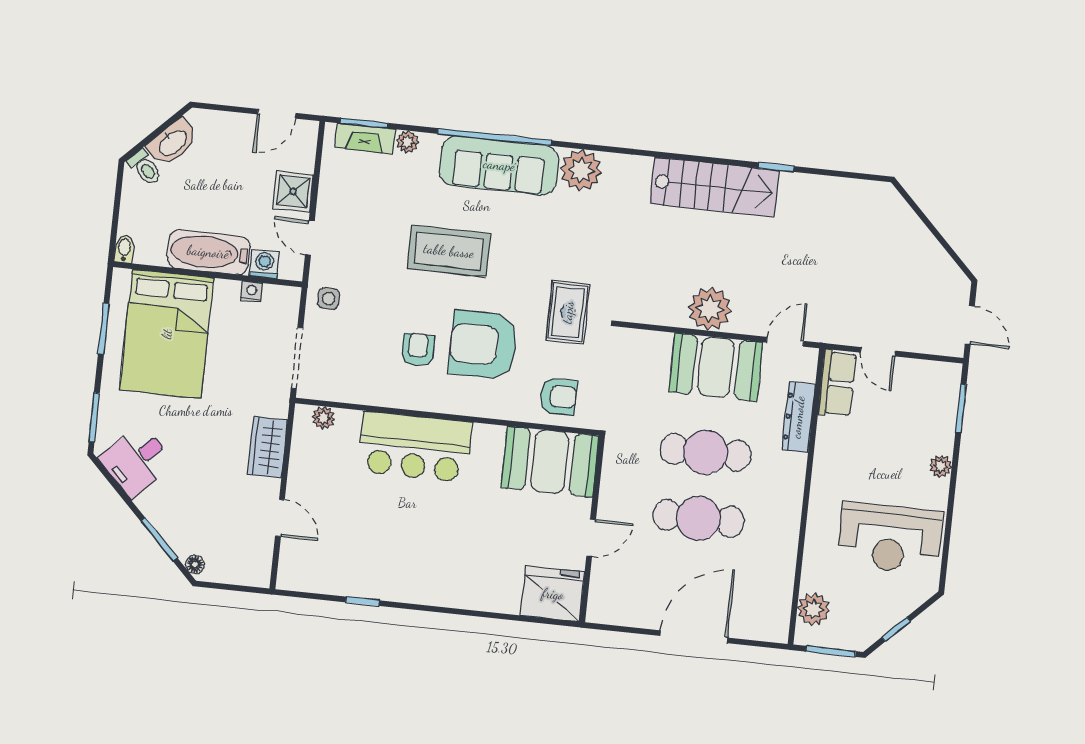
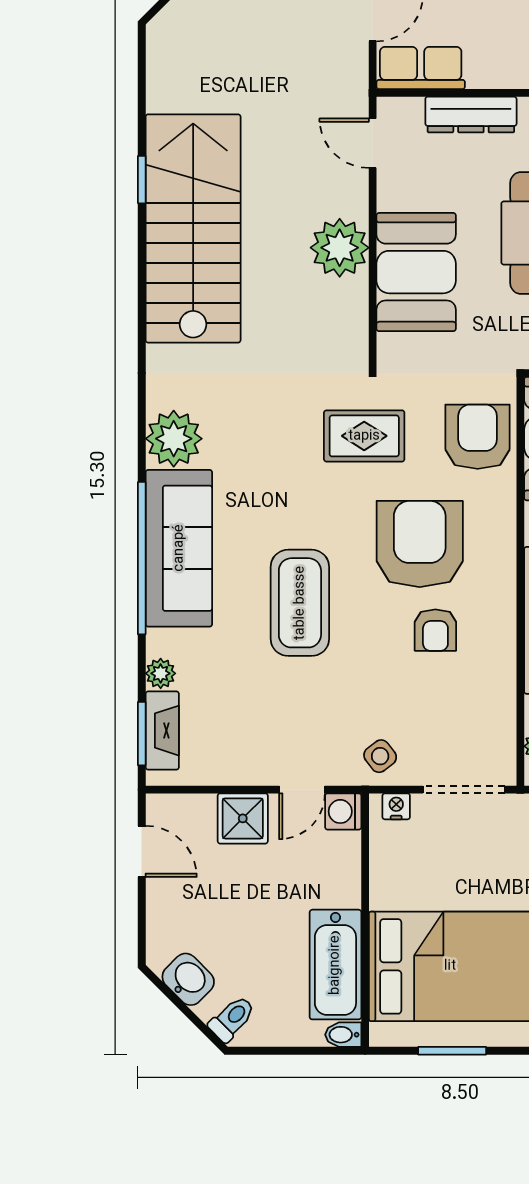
washbasin: (173, 142) -> (188, 979), width x0.72
stairs: (714, 187) -> (193, 228), width x1.36, depth x1.51
bathtub: (208, 252) -> (335, 965), moved
washing machine: (264, 264) -> (343, 811), moved
nightstand: (252, 292) -> (396, 806), moved, turned 90
side table: (329, 299) -> (380, 756), turned -37
armchair: (483, 345) -> (420, 544), turned 180
armchair: (418, 350) -> (435, 630), turned -90
booth: (716, 367) -> (416, 272), moved
armchair: (558, 396) -> (478, 437), width x1.38, depth x1.38

